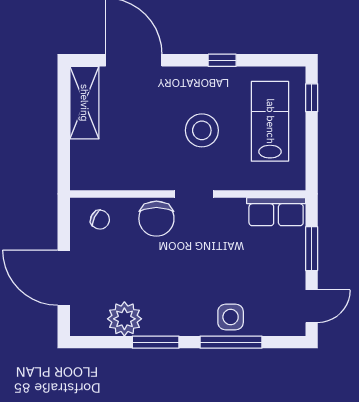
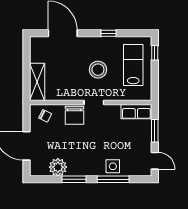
shelving: (84, 103) -> (37, 82), moved
door: (312, 306) -> (155, 161), hinge flipped

